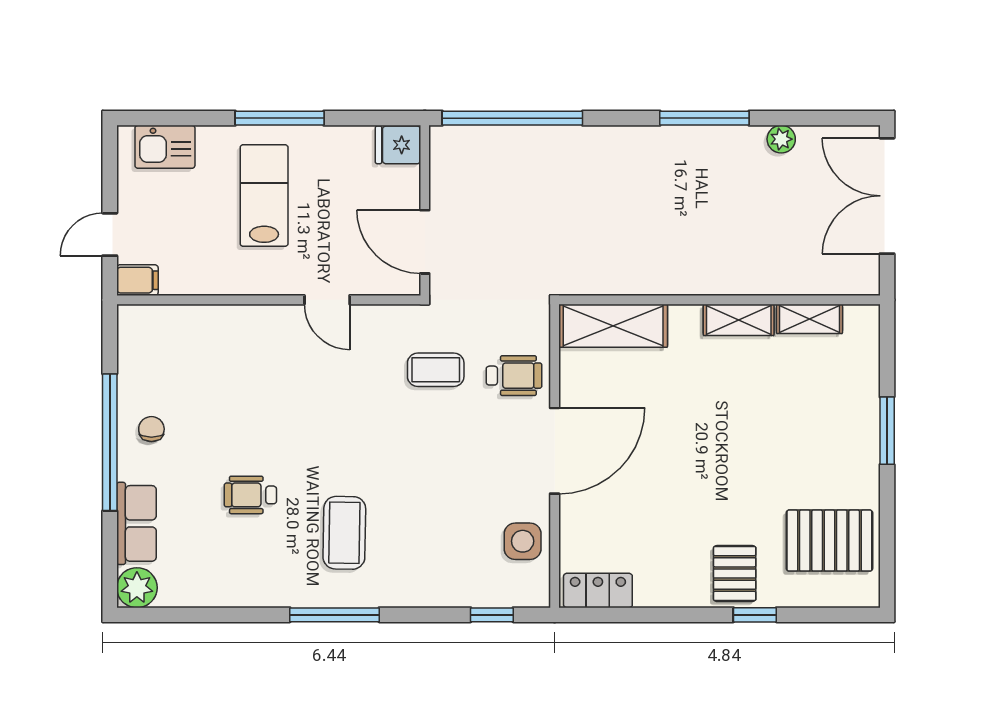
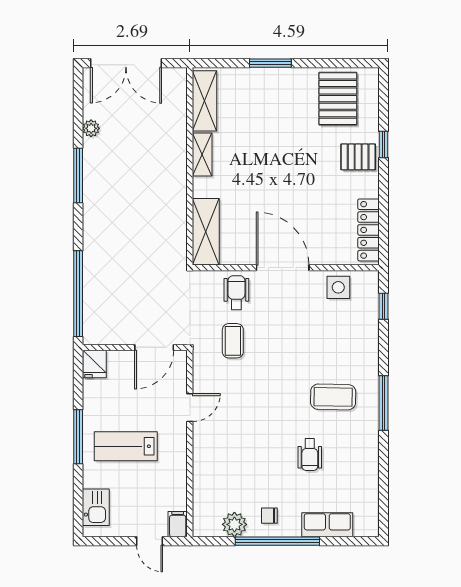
shelving: (809, 319) -> (205, 101), width x1.50, depth x1.33
plant: (137, 588) -> (234, 524), moved
locker: (598, 591) -> (369, 230), width x1.53

